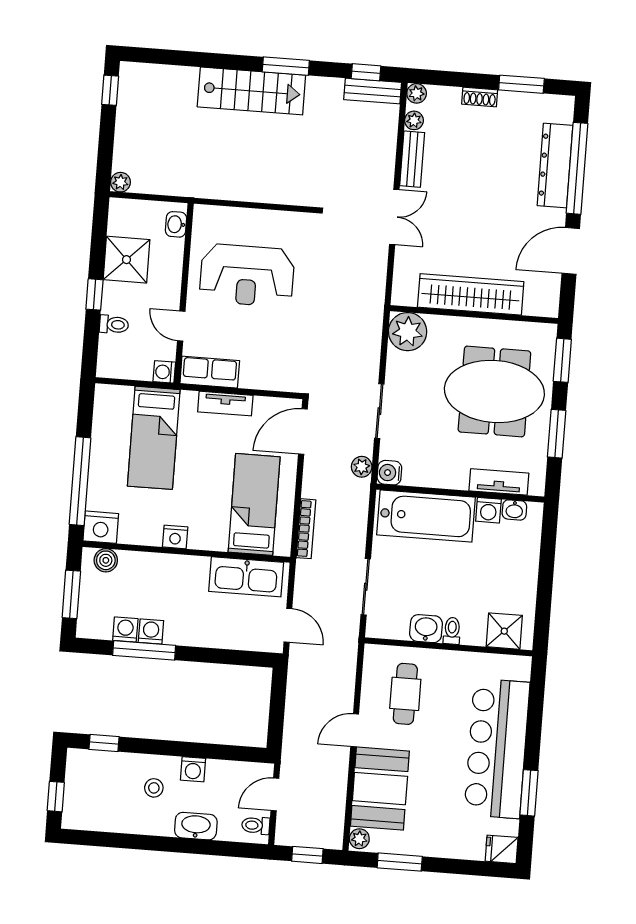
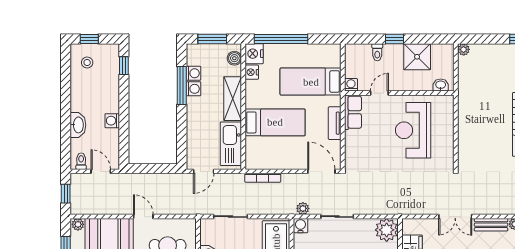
bed: (254, 504) -> (275, 122), moved
nightstand: (175, 537) -> (252, 72), moved
shelving: (172, 568) -> (233, 99), added
stool: (154, 788) -> (87, 63), moved

